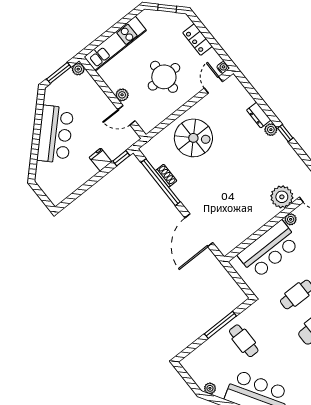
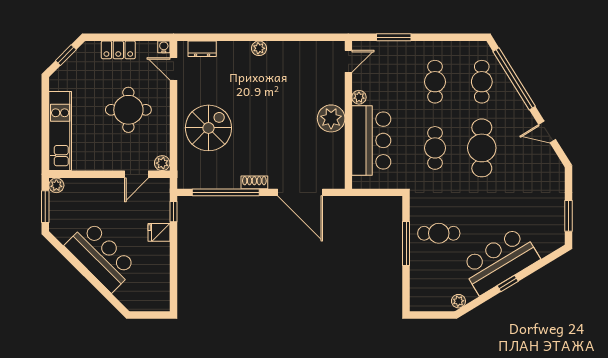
plant: (122, 95) -> (162, 163), moved
dresser: (259, 115) -> (202, 49), moved
window: (285, 133) -> (273, 37), removed
shoe rack: (166, 176) -> (254, 182), moved
plant: (282, 197) -> (331, 118), moved

